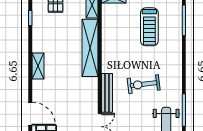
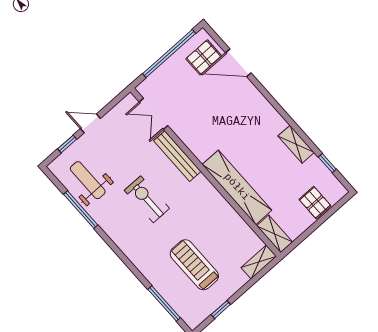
shelving: (38, 66) -> (296, 144), moved
exercise bike: (144, 84) -> (147, 199), turned -83

